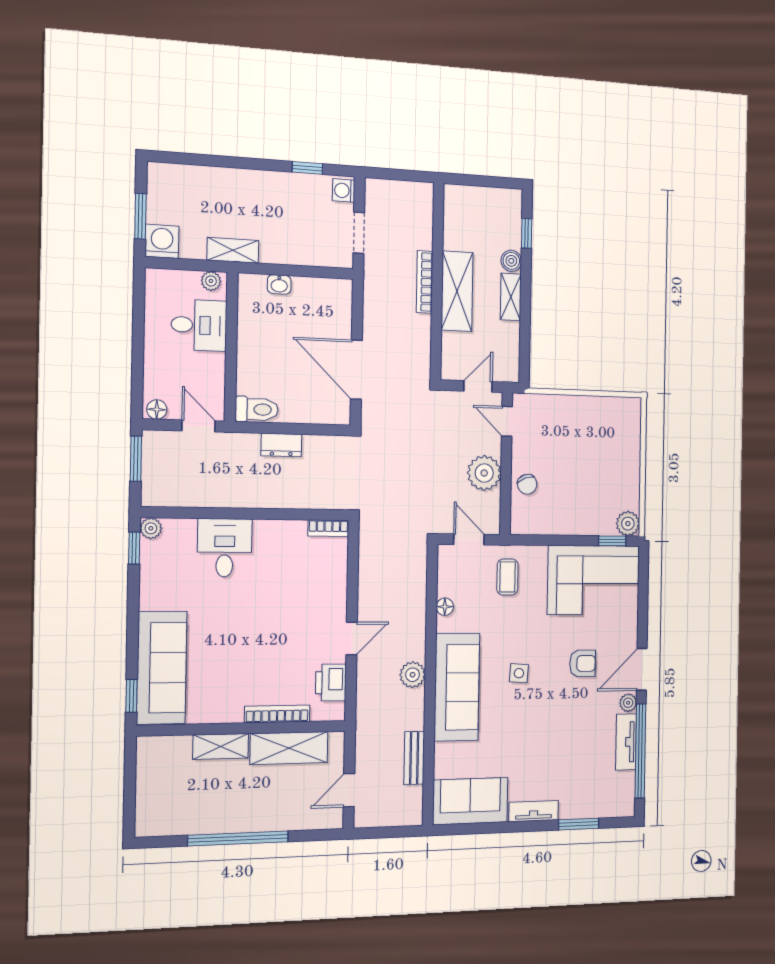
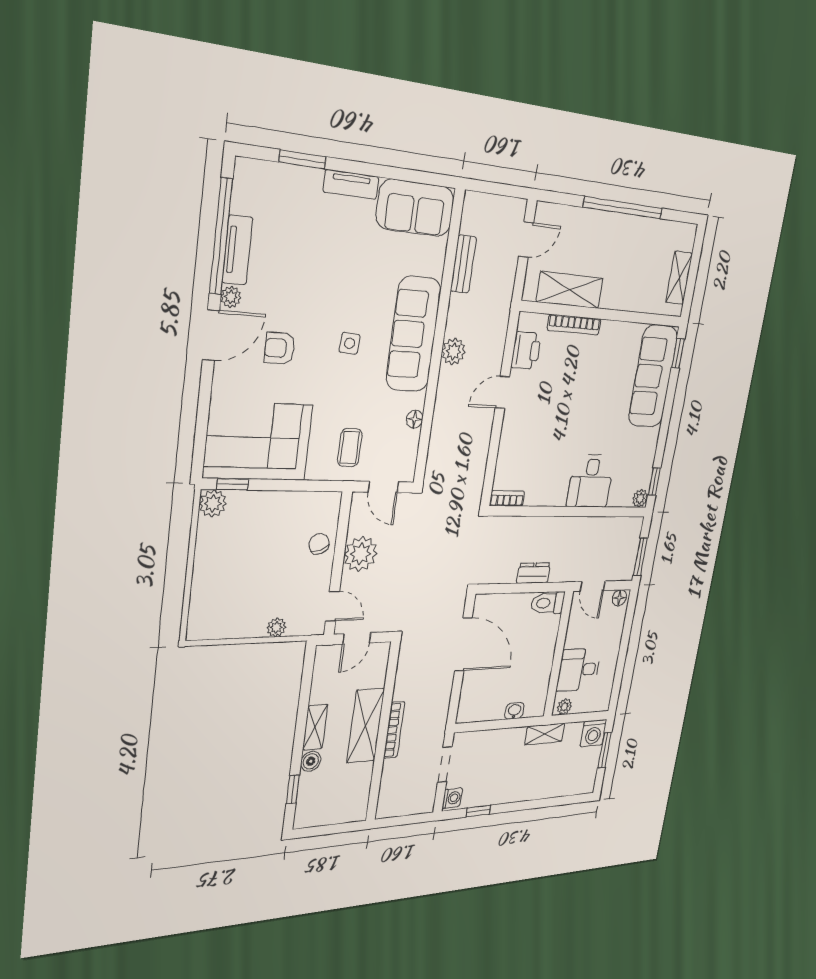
plant: (560, 404) -> (276, 627), added
shelving: (221, 746) -> (679, 278), moved, turned 90

